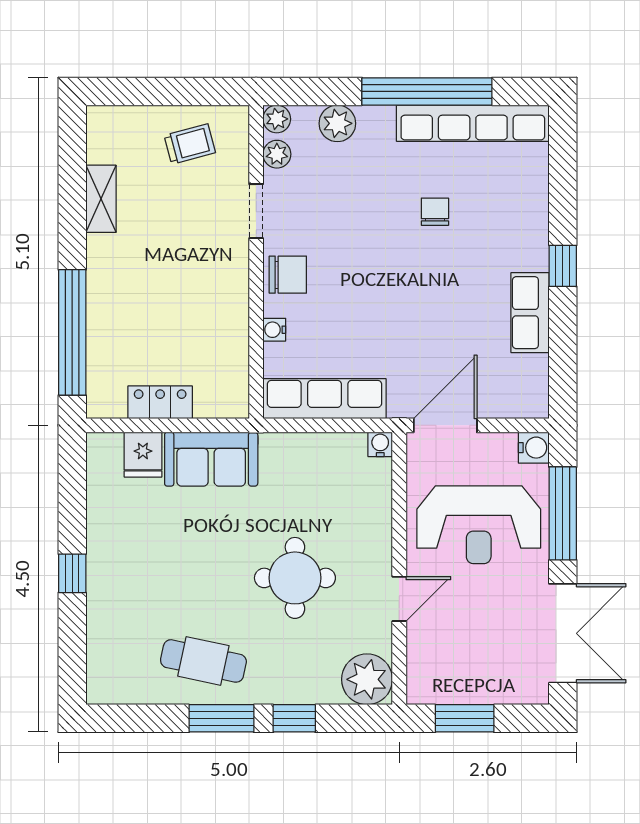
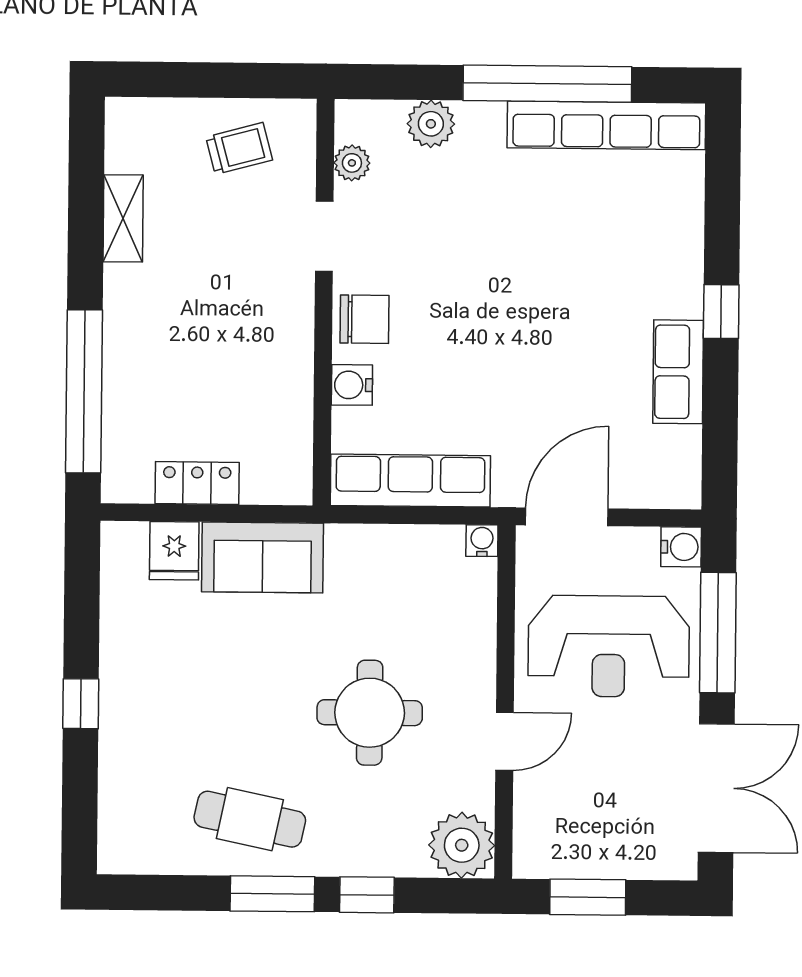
plant: (277, 119) -> (352, 117), removed
chair: (435, 212) -> (556, 240), removed
water cooler: (274, 330) -> (352, 385), width x1.38, depth x1.38

